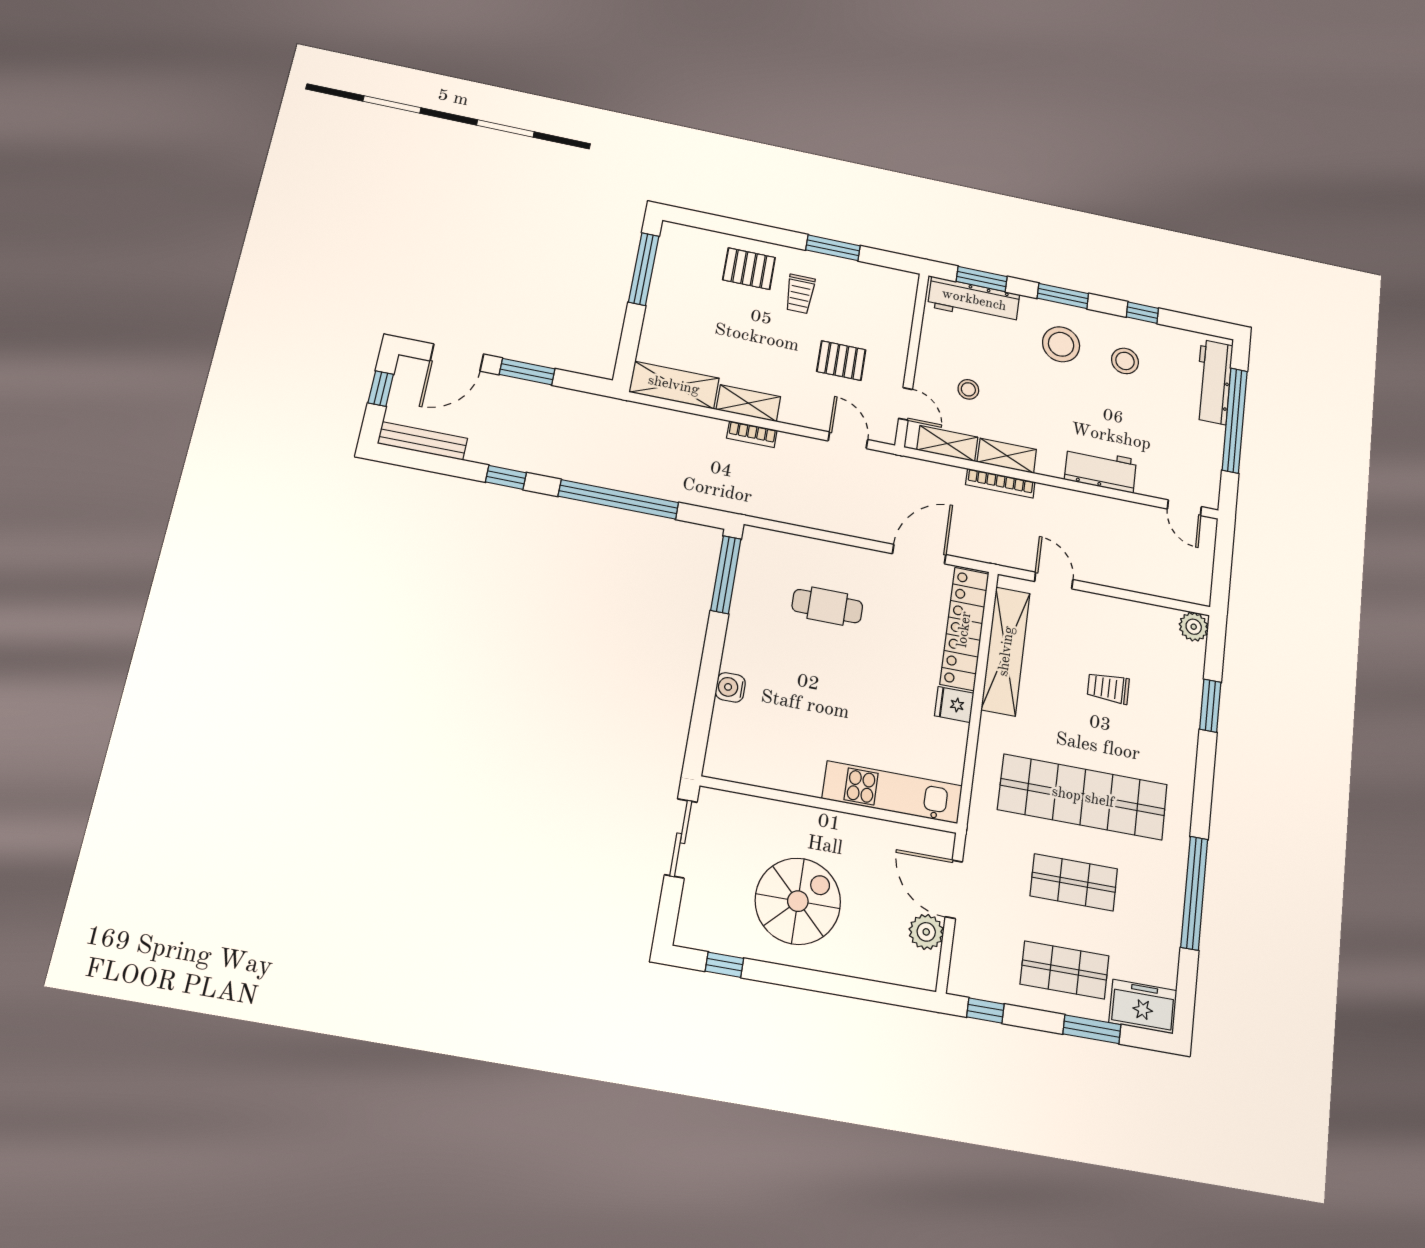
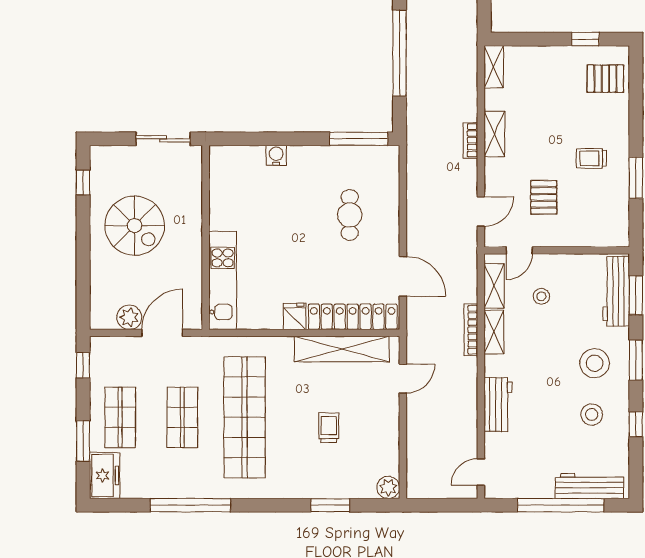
window: (644, 269) -> (585, 39), width x0.46
pallet: (749, 269) -> (605, 79), moved, turned 90
shelving: (674, 385) -> (494, 67), width x0.67, depth x0.75

